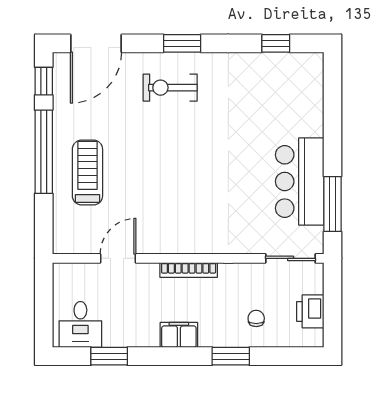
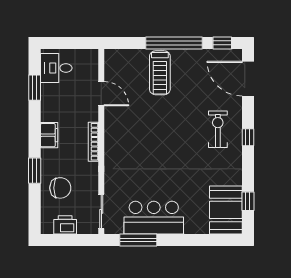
window: (182, 43) -> (248, 137), width x0.67
booth: (288, 76) -> (226, 210), added
treadmill: (87, 173) -> (160, 73), turned 90
chair: (256, 318) -> (60, 188), width x1.87, depth x1.87

